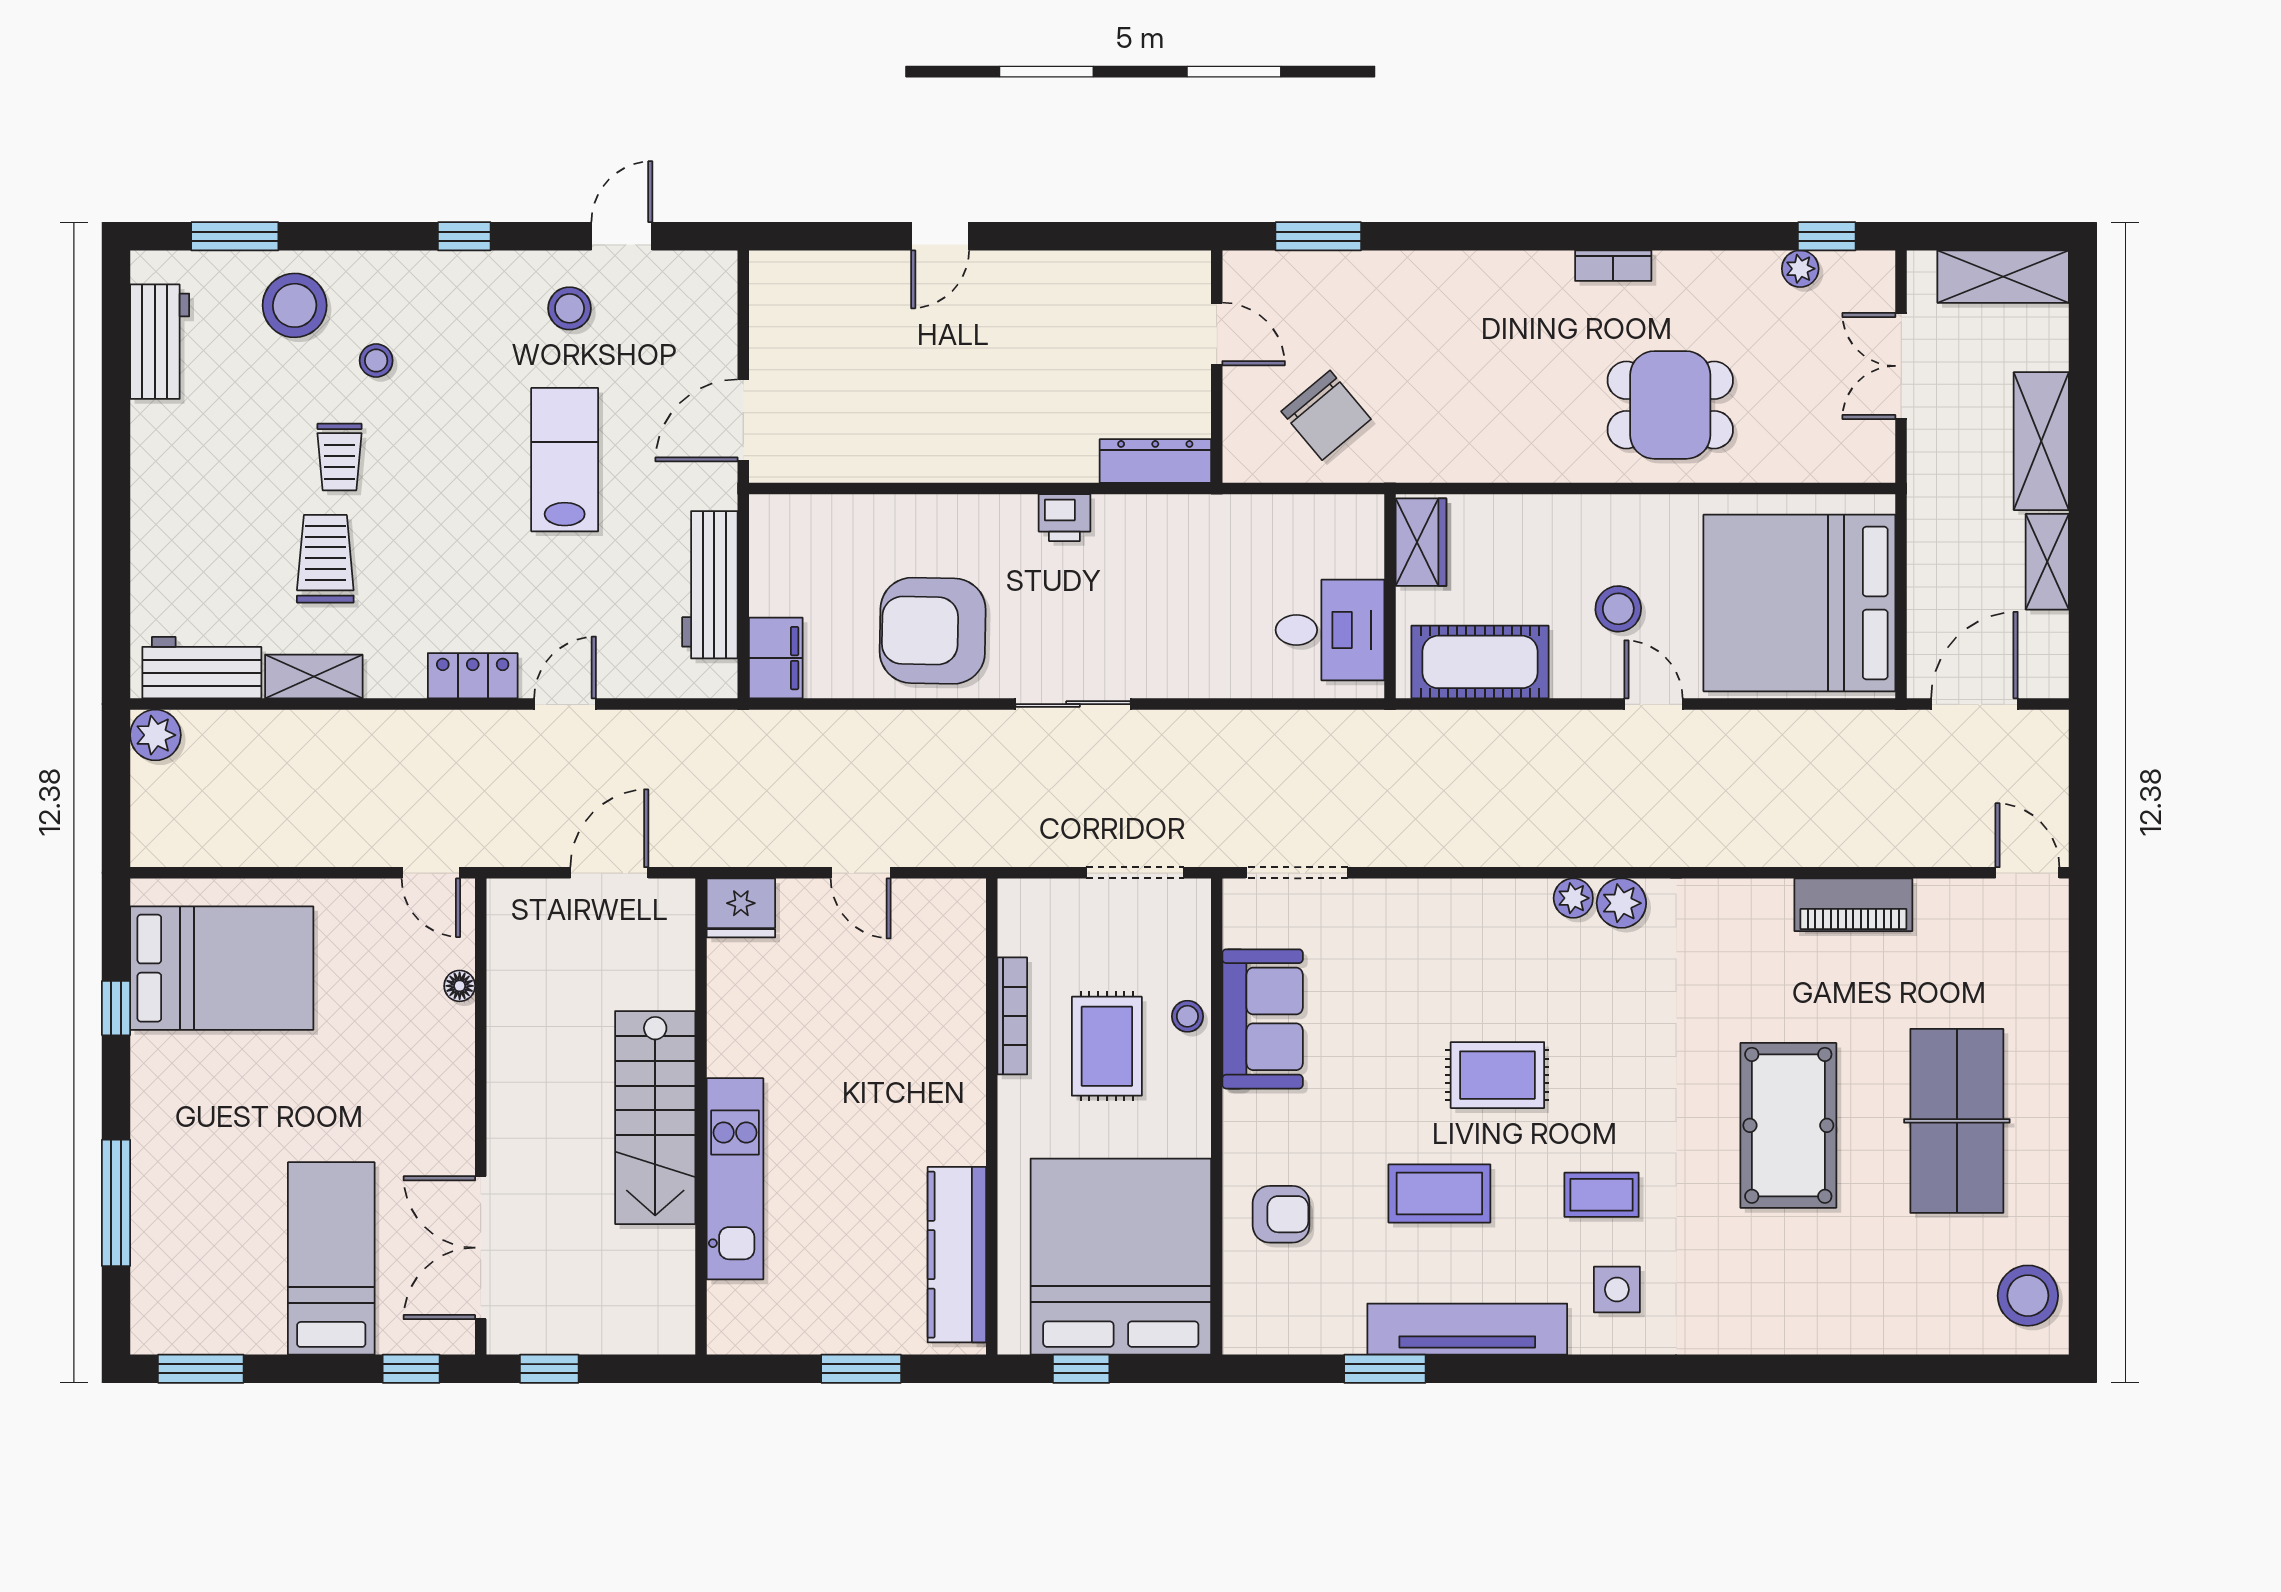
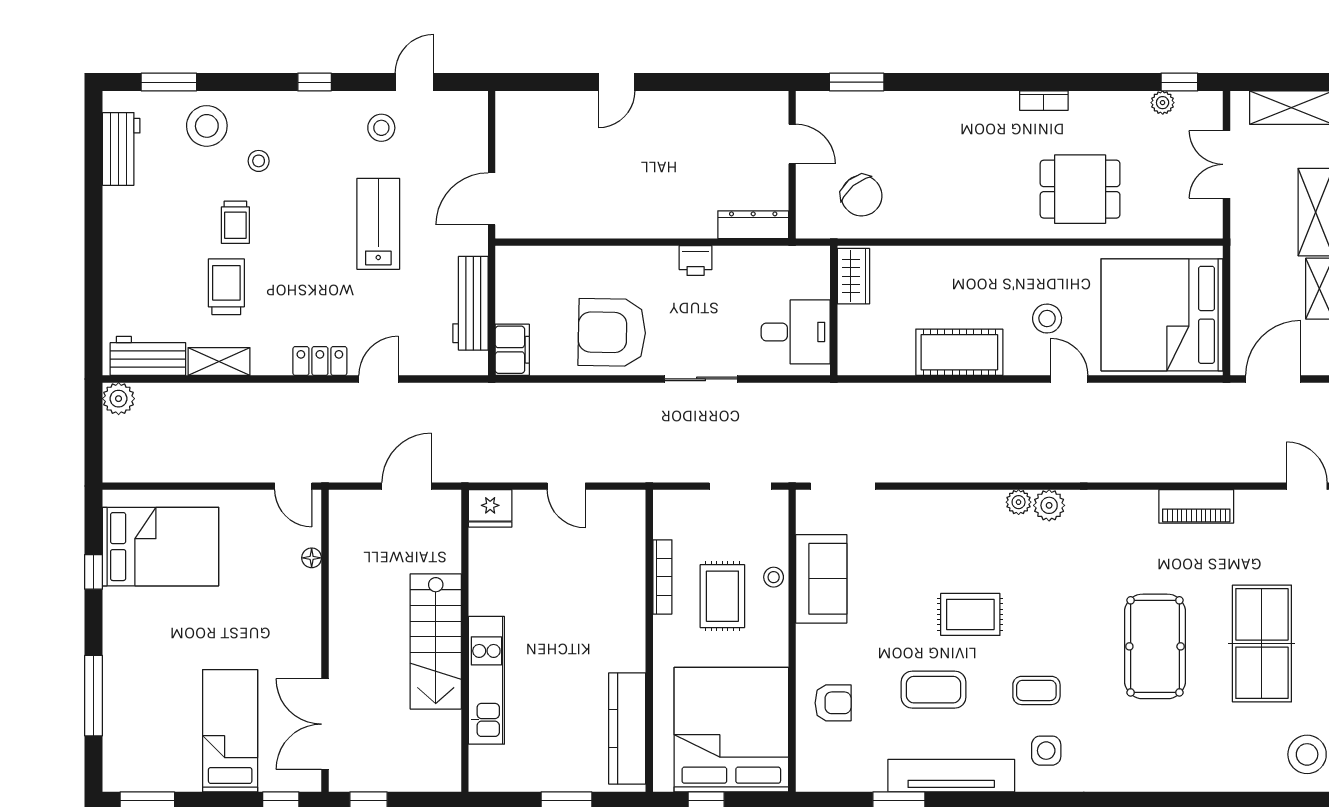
wardrobe: (1421, 542) -> (853, 276), moved
wall: (1390, 596) -> (834, 311), moved
desk: (1330, 630) -> (796, 332), moved

